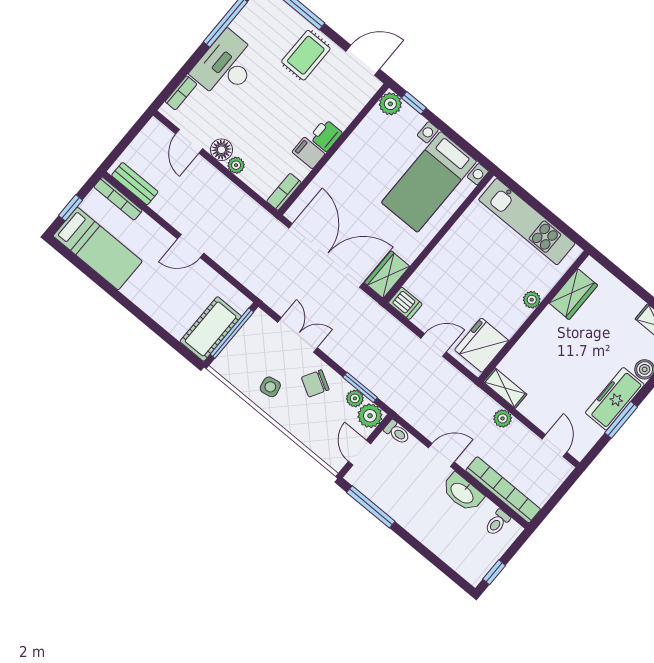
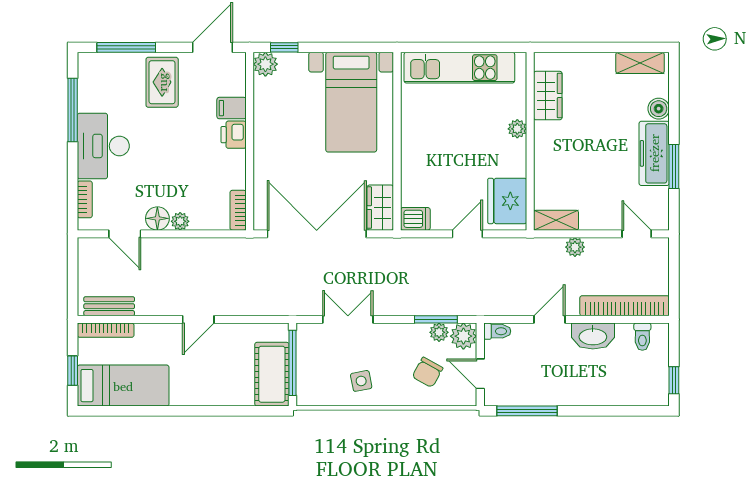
filing cabinet: (308, 153) -> (232, 108), moved
chair: (315, 383) -> (427, 372), moved

